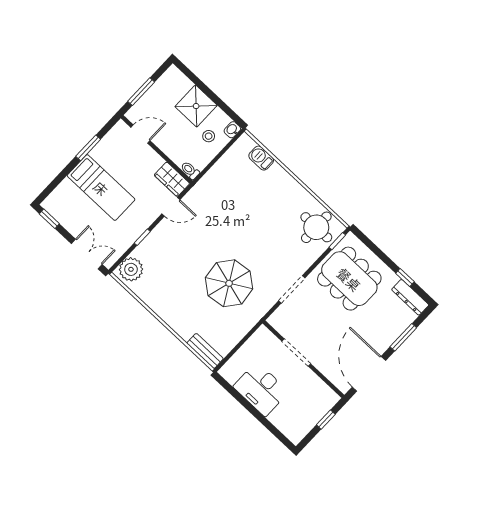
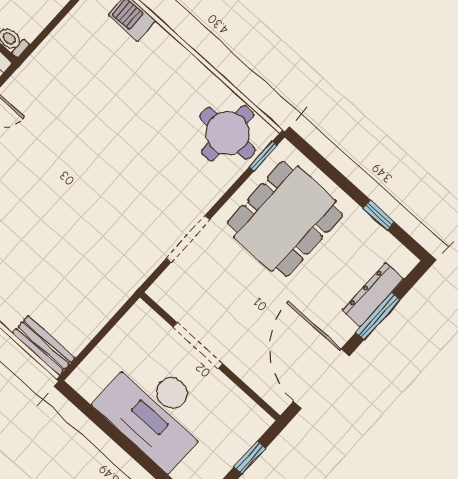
dining table: (349, 279) -> (285, 219), turned 90
parasol: (229, 283) -> (82, 231), removed
dresser: (410, 297) -> (373, 295), moved, turned 90
desk: (261, 389) -> (156, 411), width x1.36, depth x1.30

